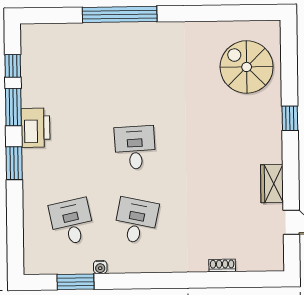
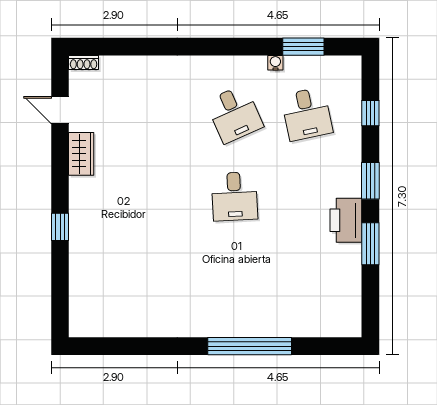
window: (13, 66) -> (370, 113), moved
spiral stairs: (247, 67) -> (108, 285), removed
desk: (136, 221) -> (234, 114), turned -36
shoe rack: (222, 266) -> (84, 62), moved

